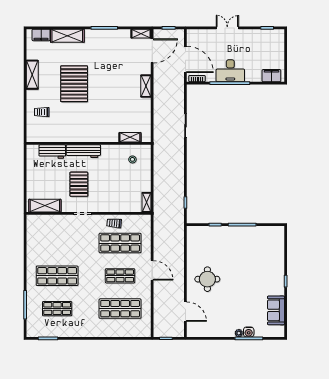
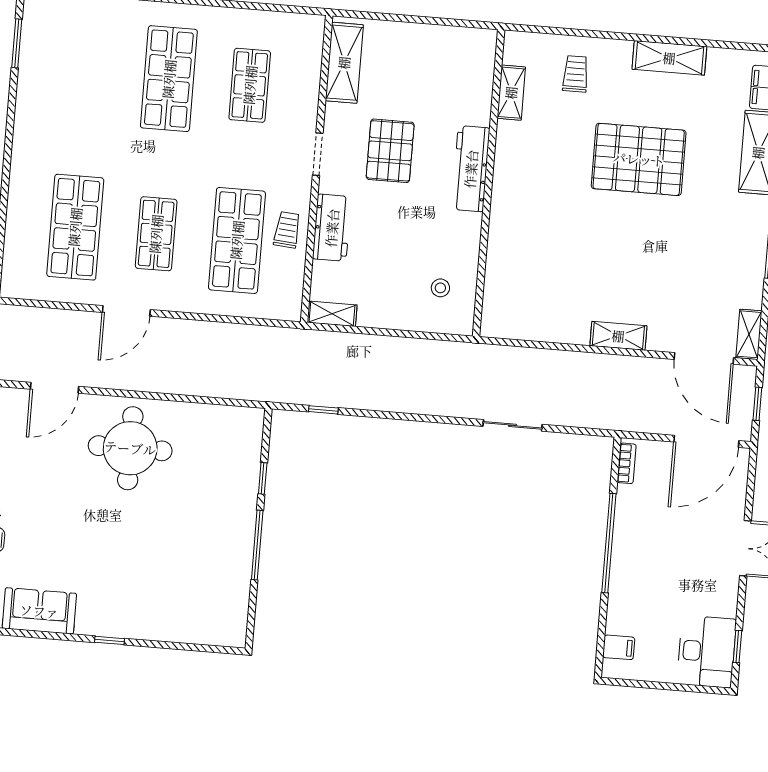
door: (185, 59) -> (706, 441), moved
desk: (230, 71) -> (706, 652), moved, turned 180
filing cabinet: (271, 76) -> (619, 647), width x0.50
shelving: (130, 137) -> (511, 93), moved
workbench: (52, 152) -> (332, 228), moved, turned 180
pallet: (79, 184) -> (390, 151), turned 90
door: (152, 270) -> (126, 311), moved
round table: (207, 279) -> (130, 448), width x1.36, depth x1.36
shop shelf: (57, 309) -> (250, 85), moved

